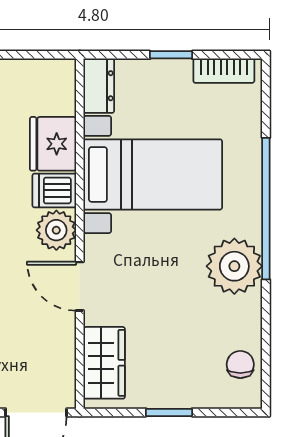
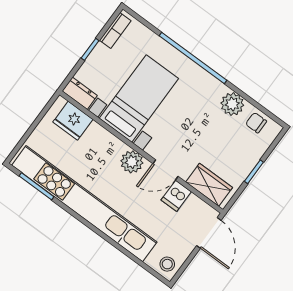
fridge: (53, 144) -> (73, 121), moved
dishwasher: (54, 190) -> (176, 196), moved
plant: (234, 266) -> (232, 104), moved, width x0.73, depth x0.73

